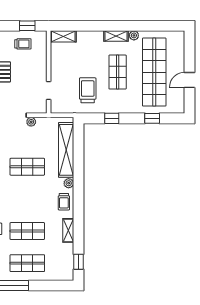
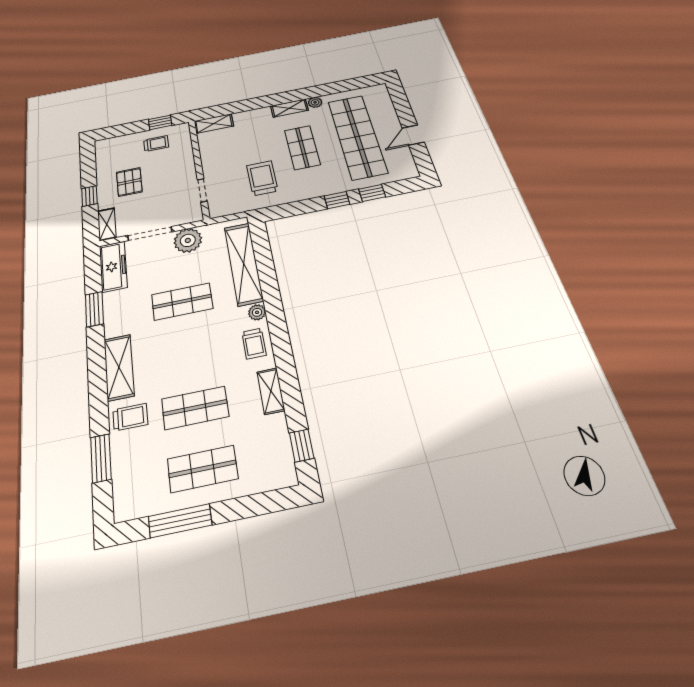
window: (112, 118) -> (337, 200), moved
plant: (31, 122) -> (188, 240), width x1.88, depth x1.88

